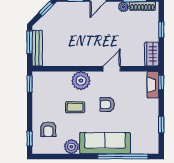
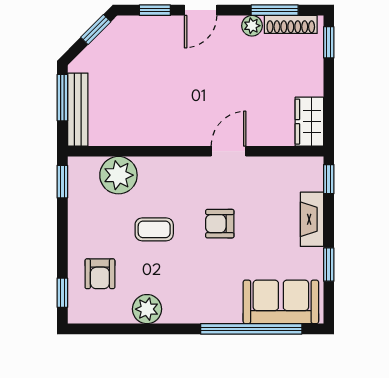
window: (161, 30) -> (329, 42), moved
plant: (81, 81) -> (118, 175), moved
fireplace: (153, 85) -> (312, 219), moved
sofa: (105, 143) -> (281, 302), moved, width x0.73

